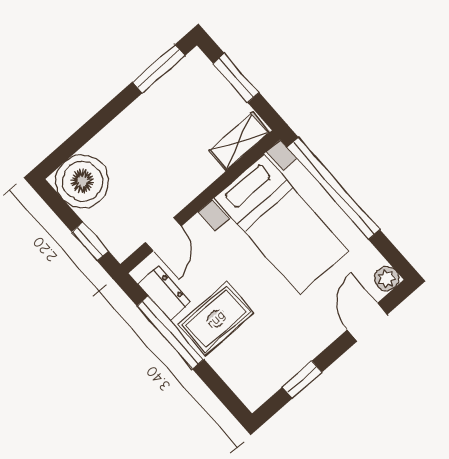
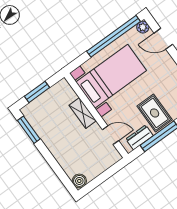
shelving: (239, 141) -> (83, 113), moved
boiler: (82, 181) -> (79, 181), width x0.54, depth x0.54
window: (334, 189) -> (113, 36), moved
window: (90, 242) -> (111, 172), removed

